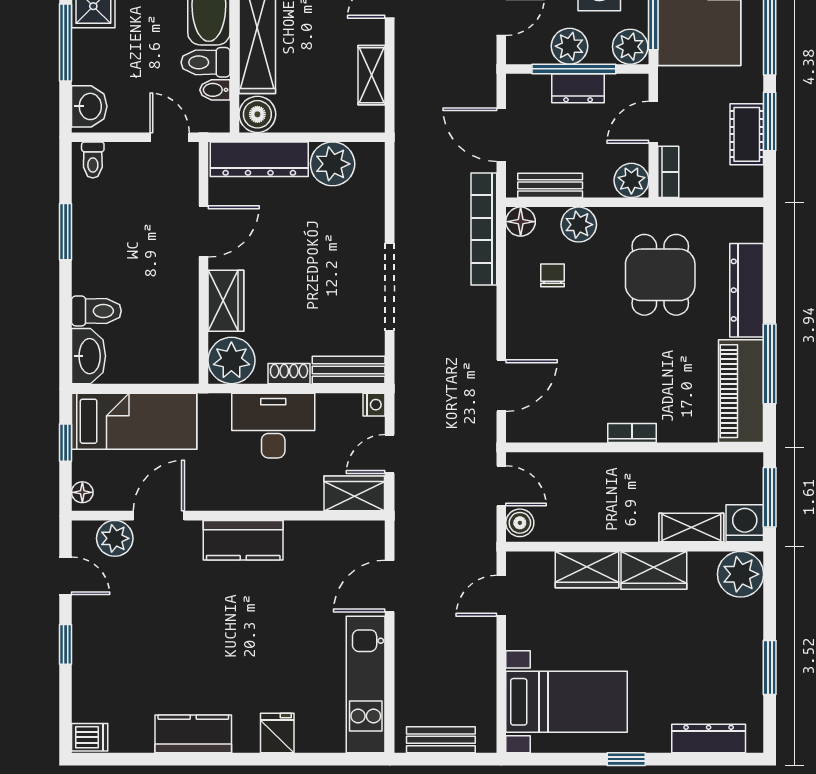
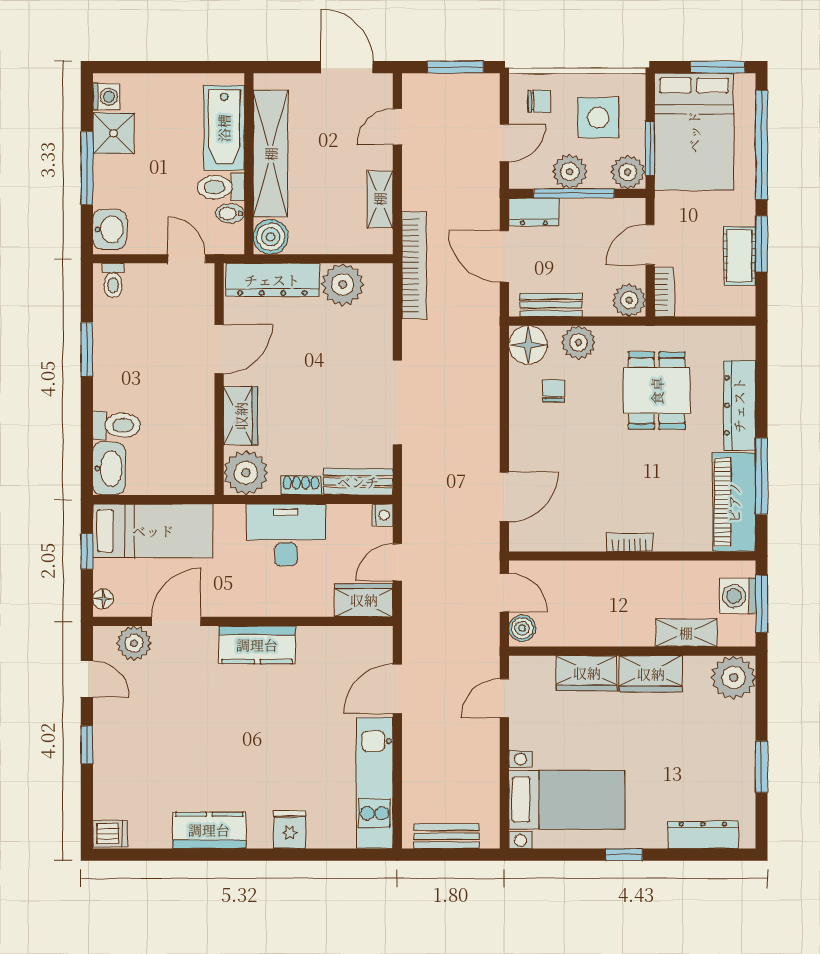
dresser: (578, 88) -> (534, 212), moved
floor lamp: (521, 222) -> (528, 345), width x1.38, depth x1.38
bookcase: (484, 229) -> (414, 265), moved, turned 180
washing machine: (745, 523) -> (738, 596), moved, turned -90

